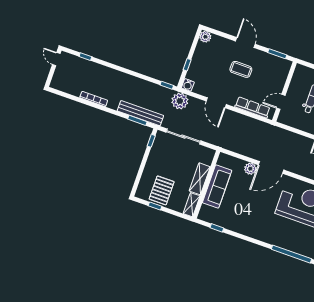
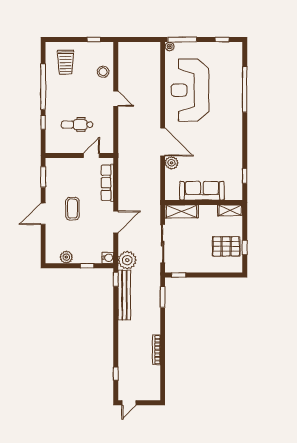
plant: (205, 37) -> (66, 257), moved
door: (281, 102) -> (91, 156), swing flipped
bench: (140, 113) -> (124, 295), moved
shelving: (200, 179) -> (181, 211), moved

